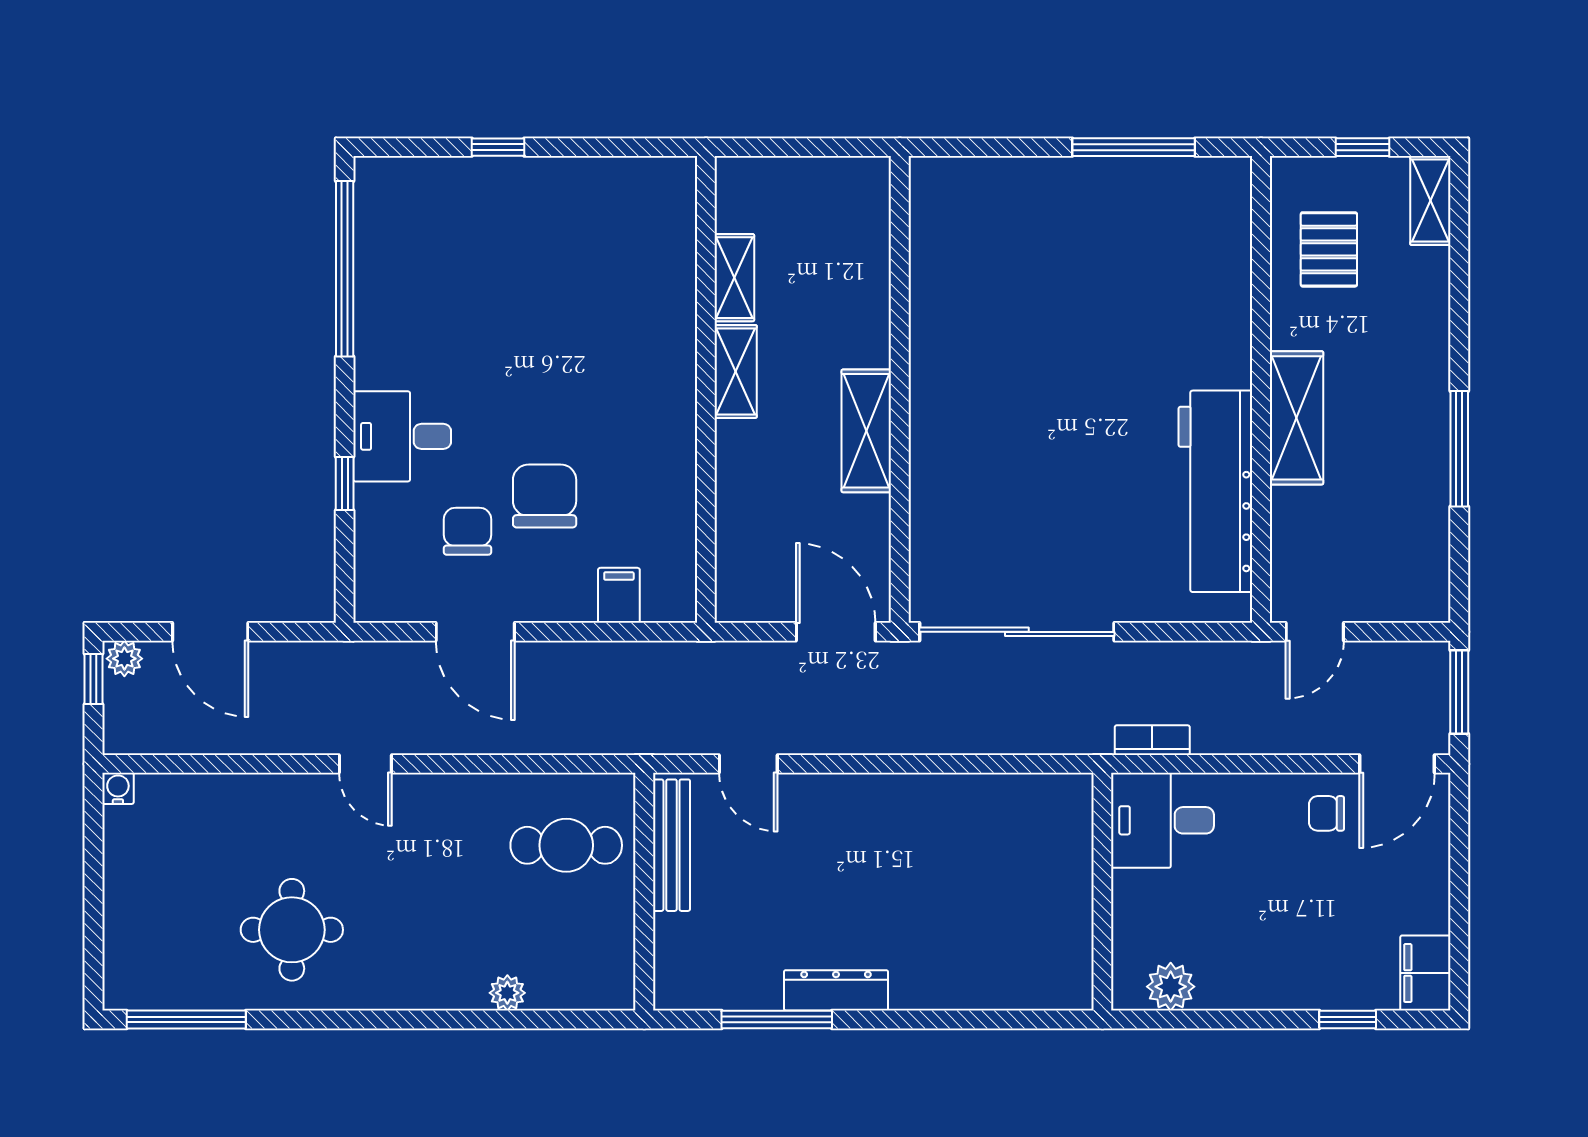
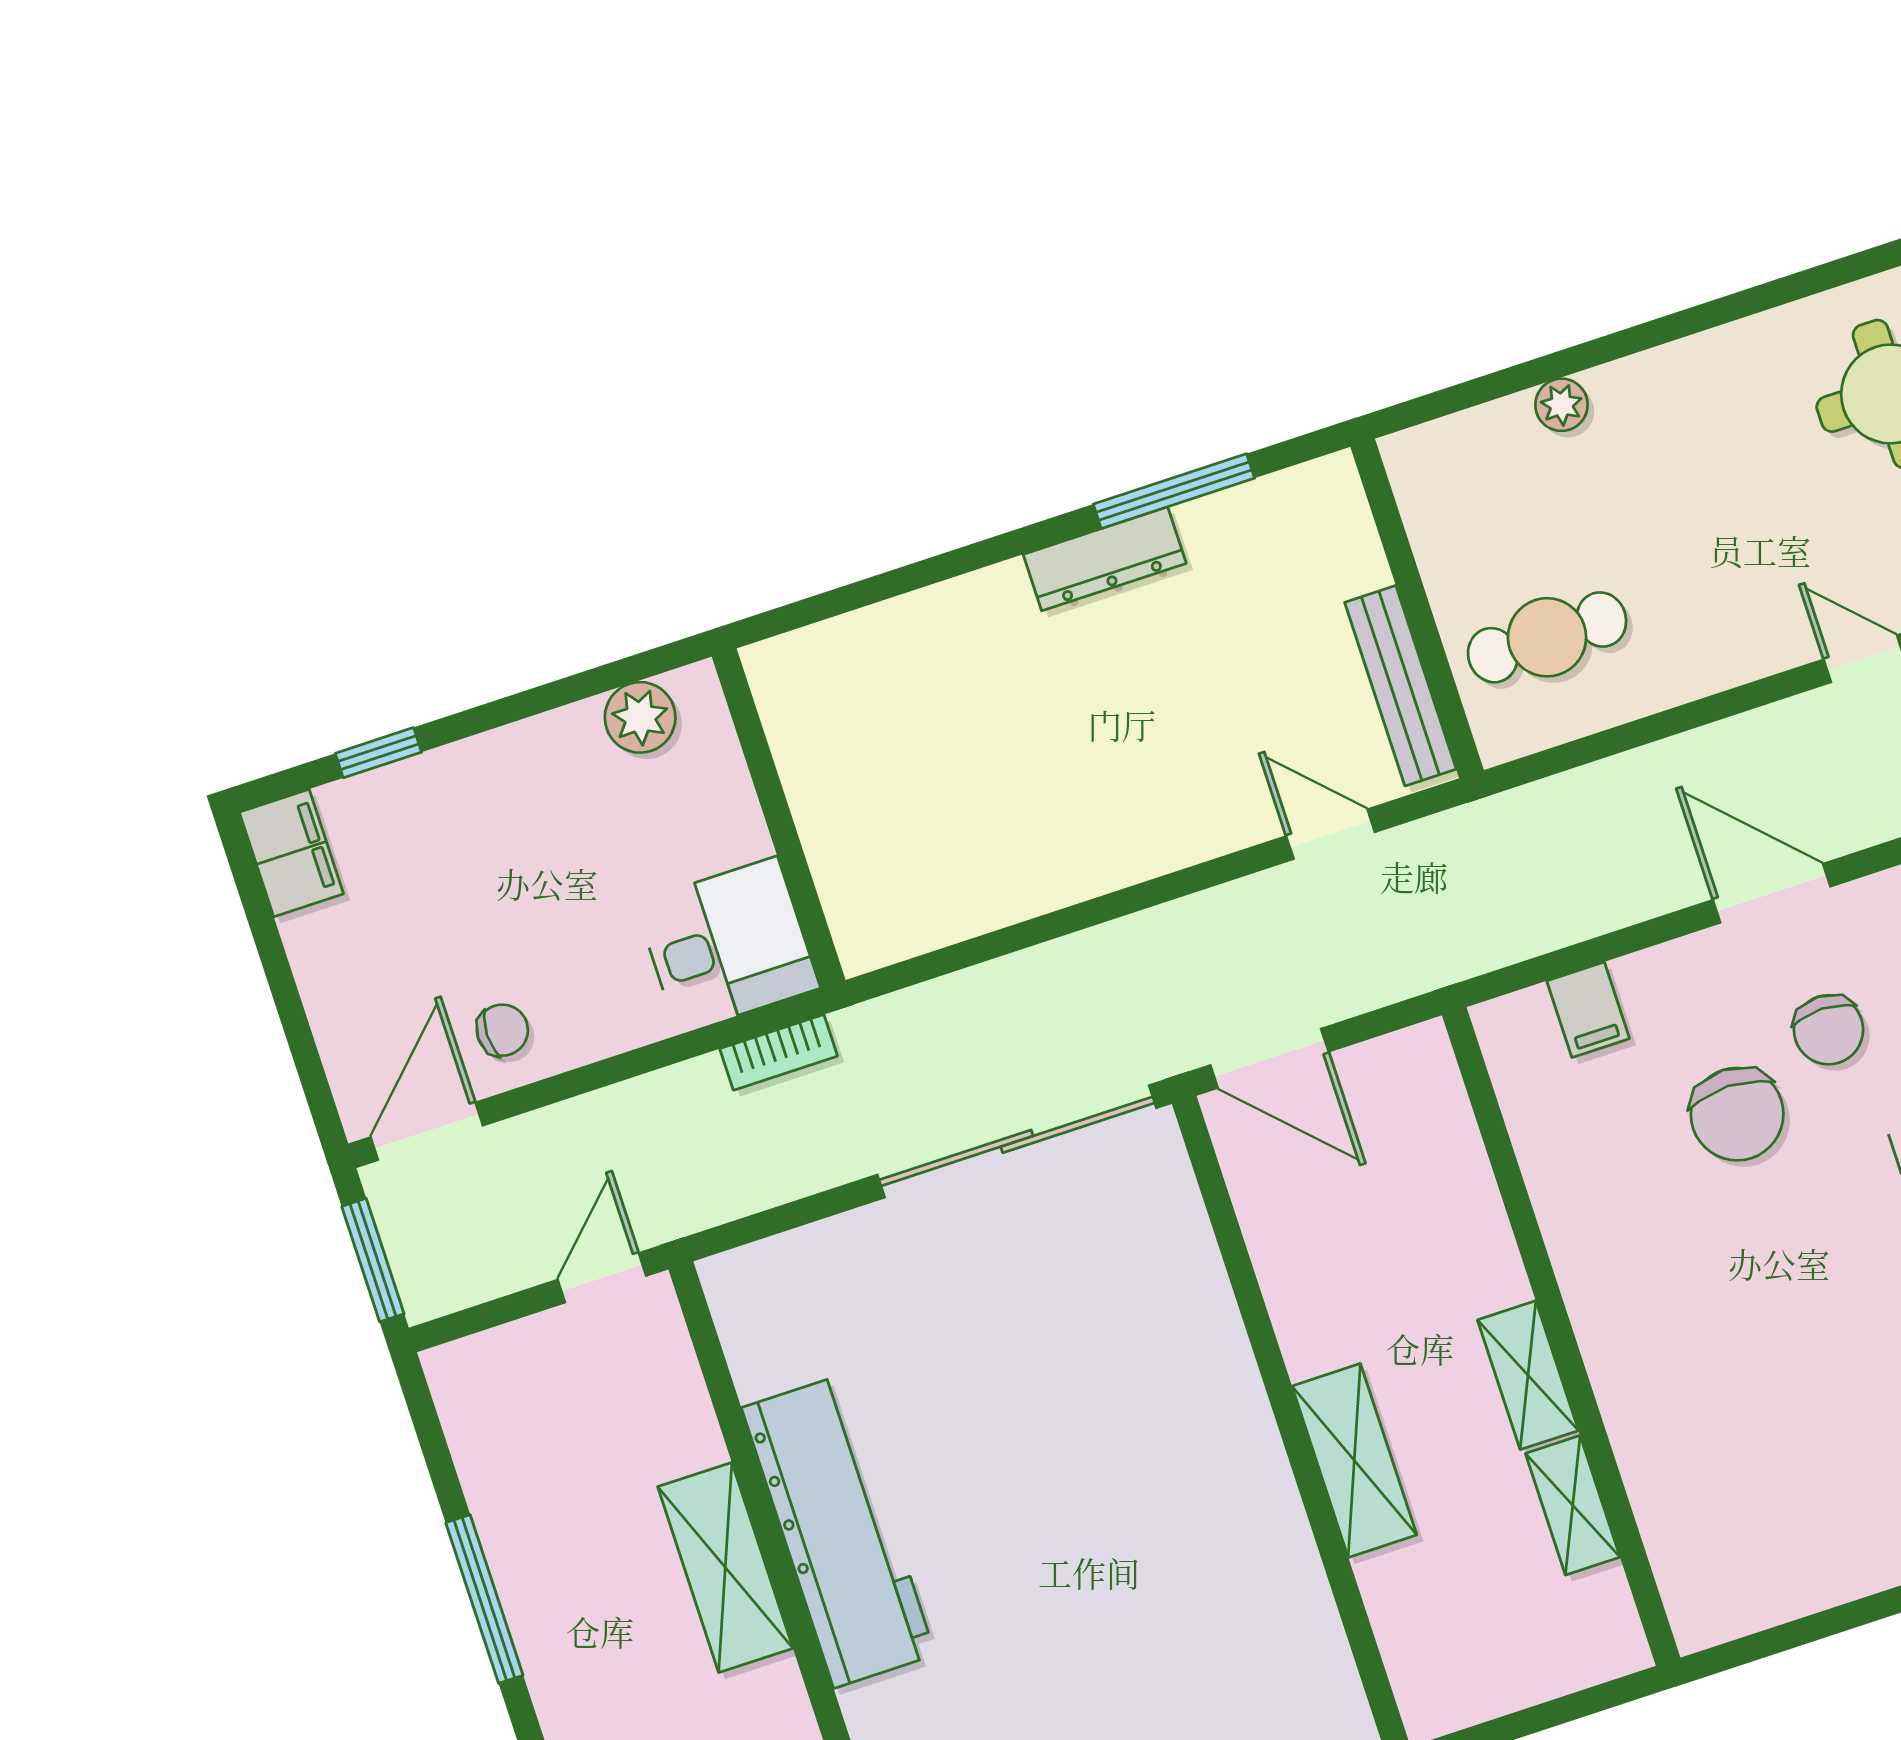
shelving: (866, 431) -> (1354, 1461), moved
workbench: (1215, 491) -> (839, 1531), moved

